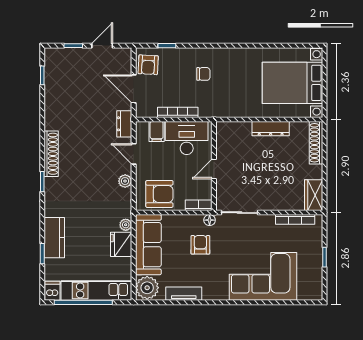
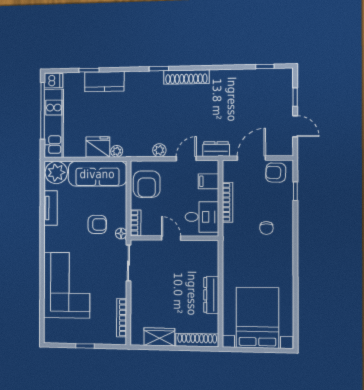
desk: (187, 138) -> (202, 217), width x0.73
wardrobe: (314, 195) -> (159, 337), moved

